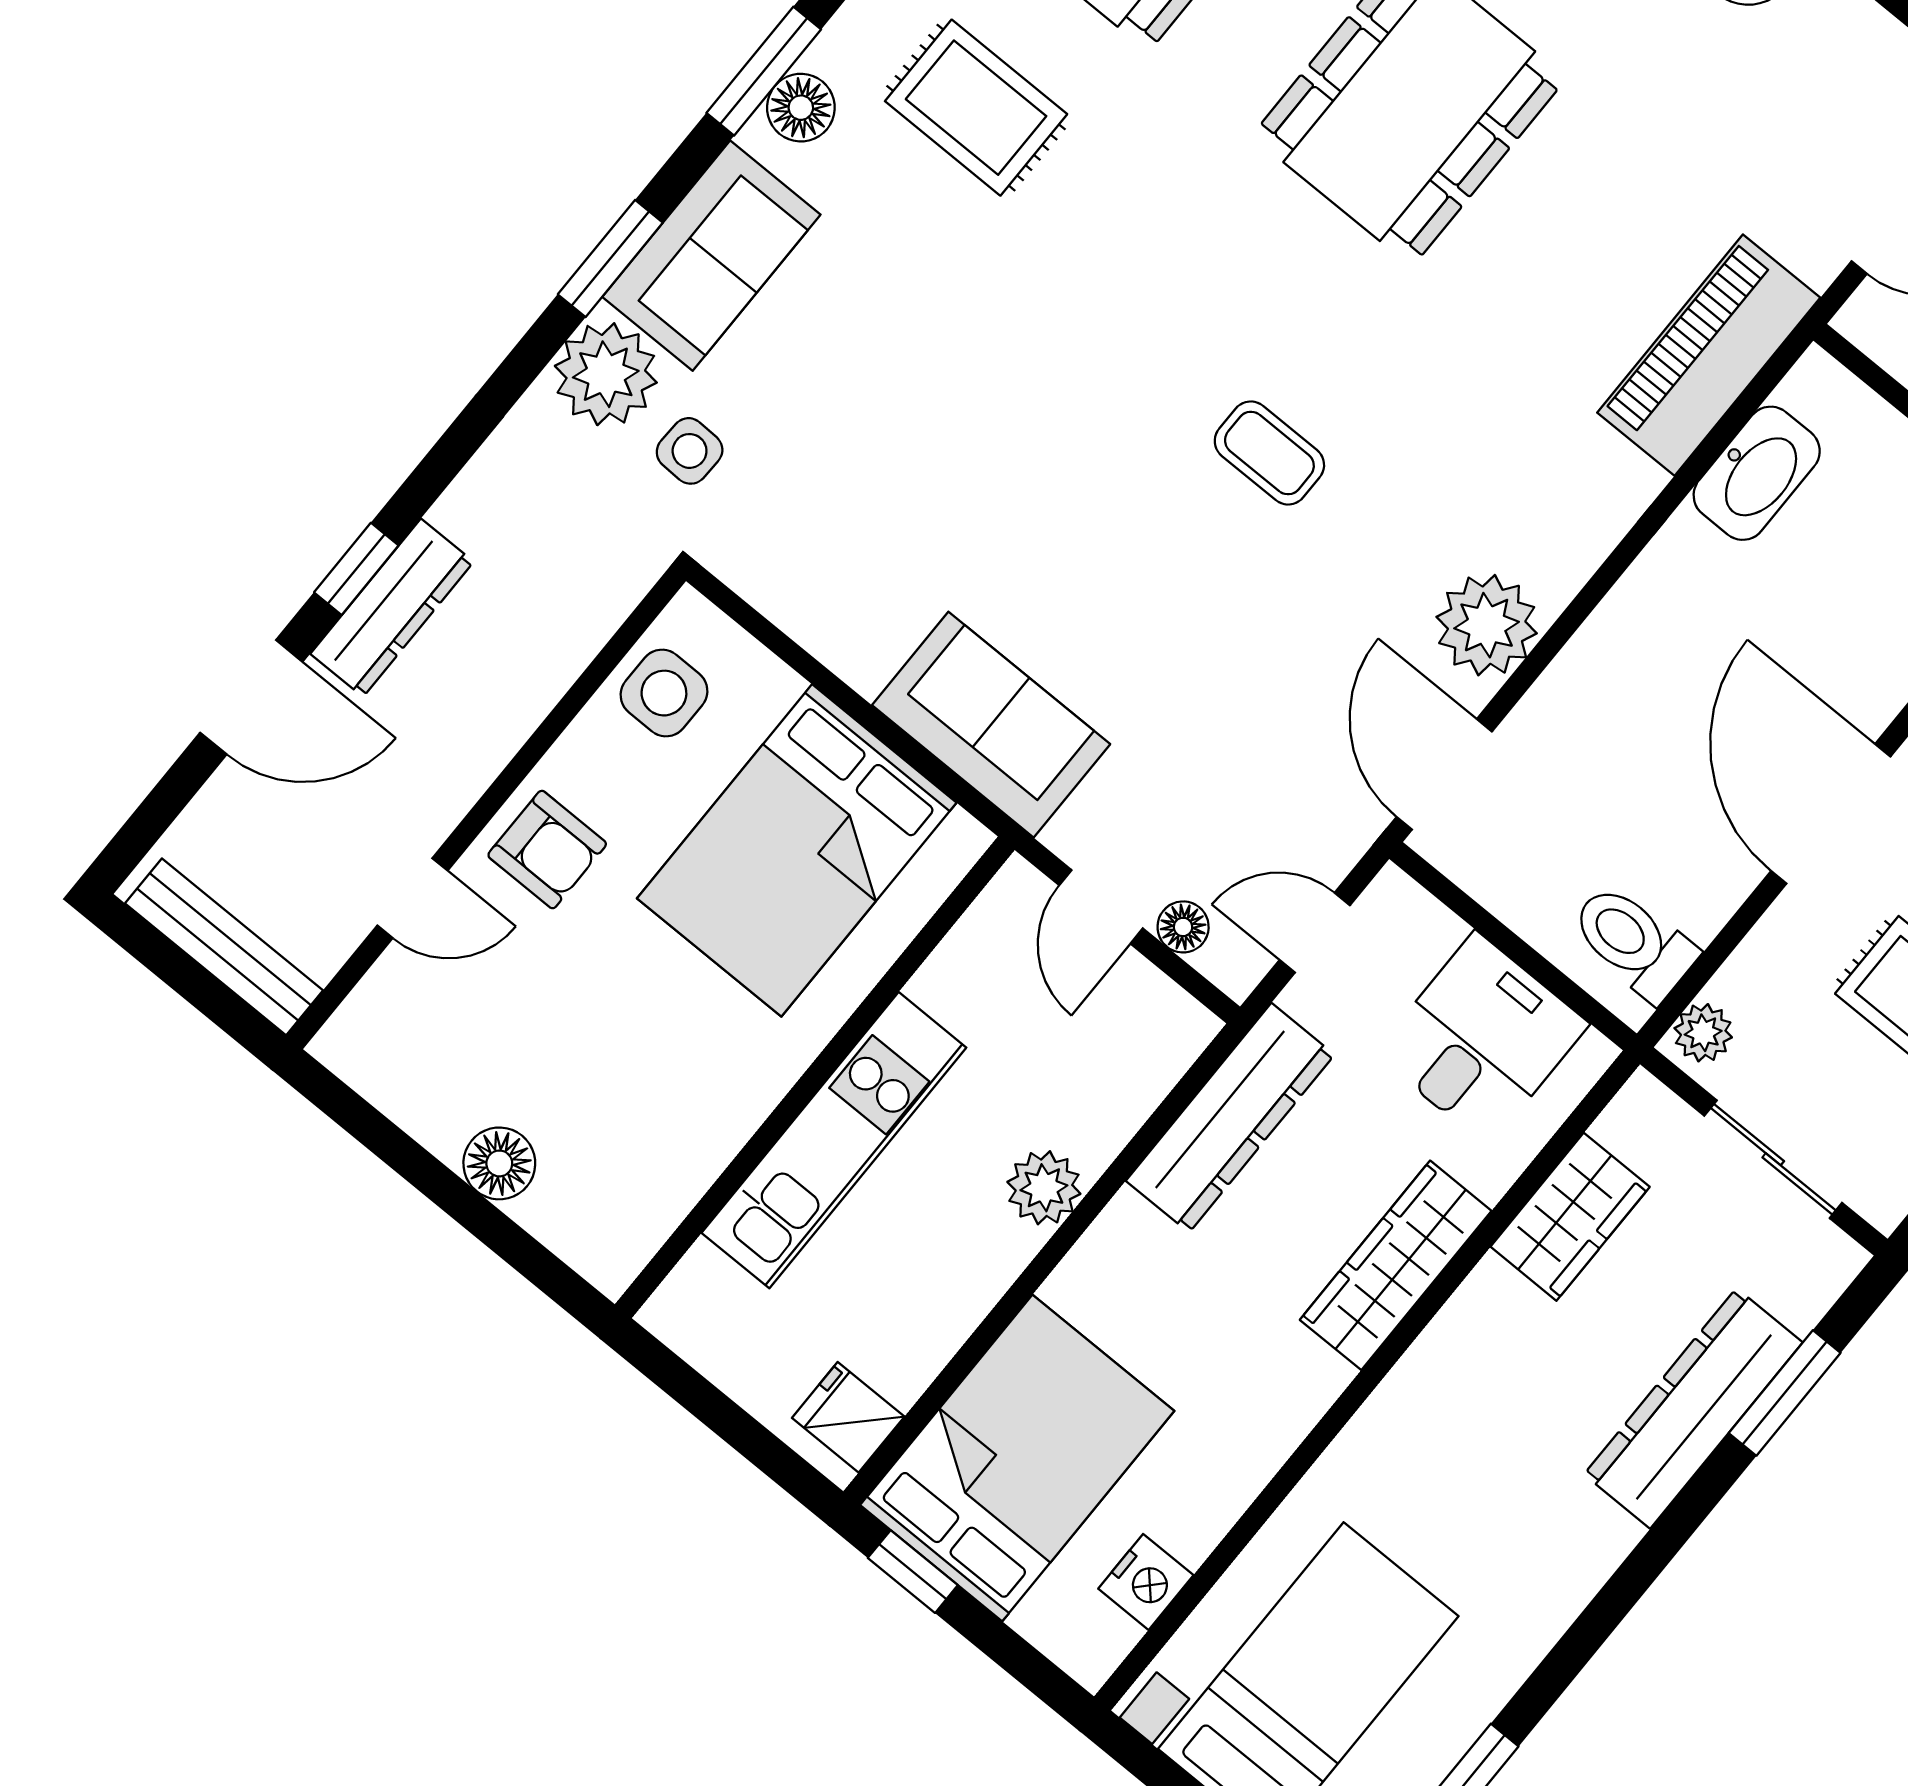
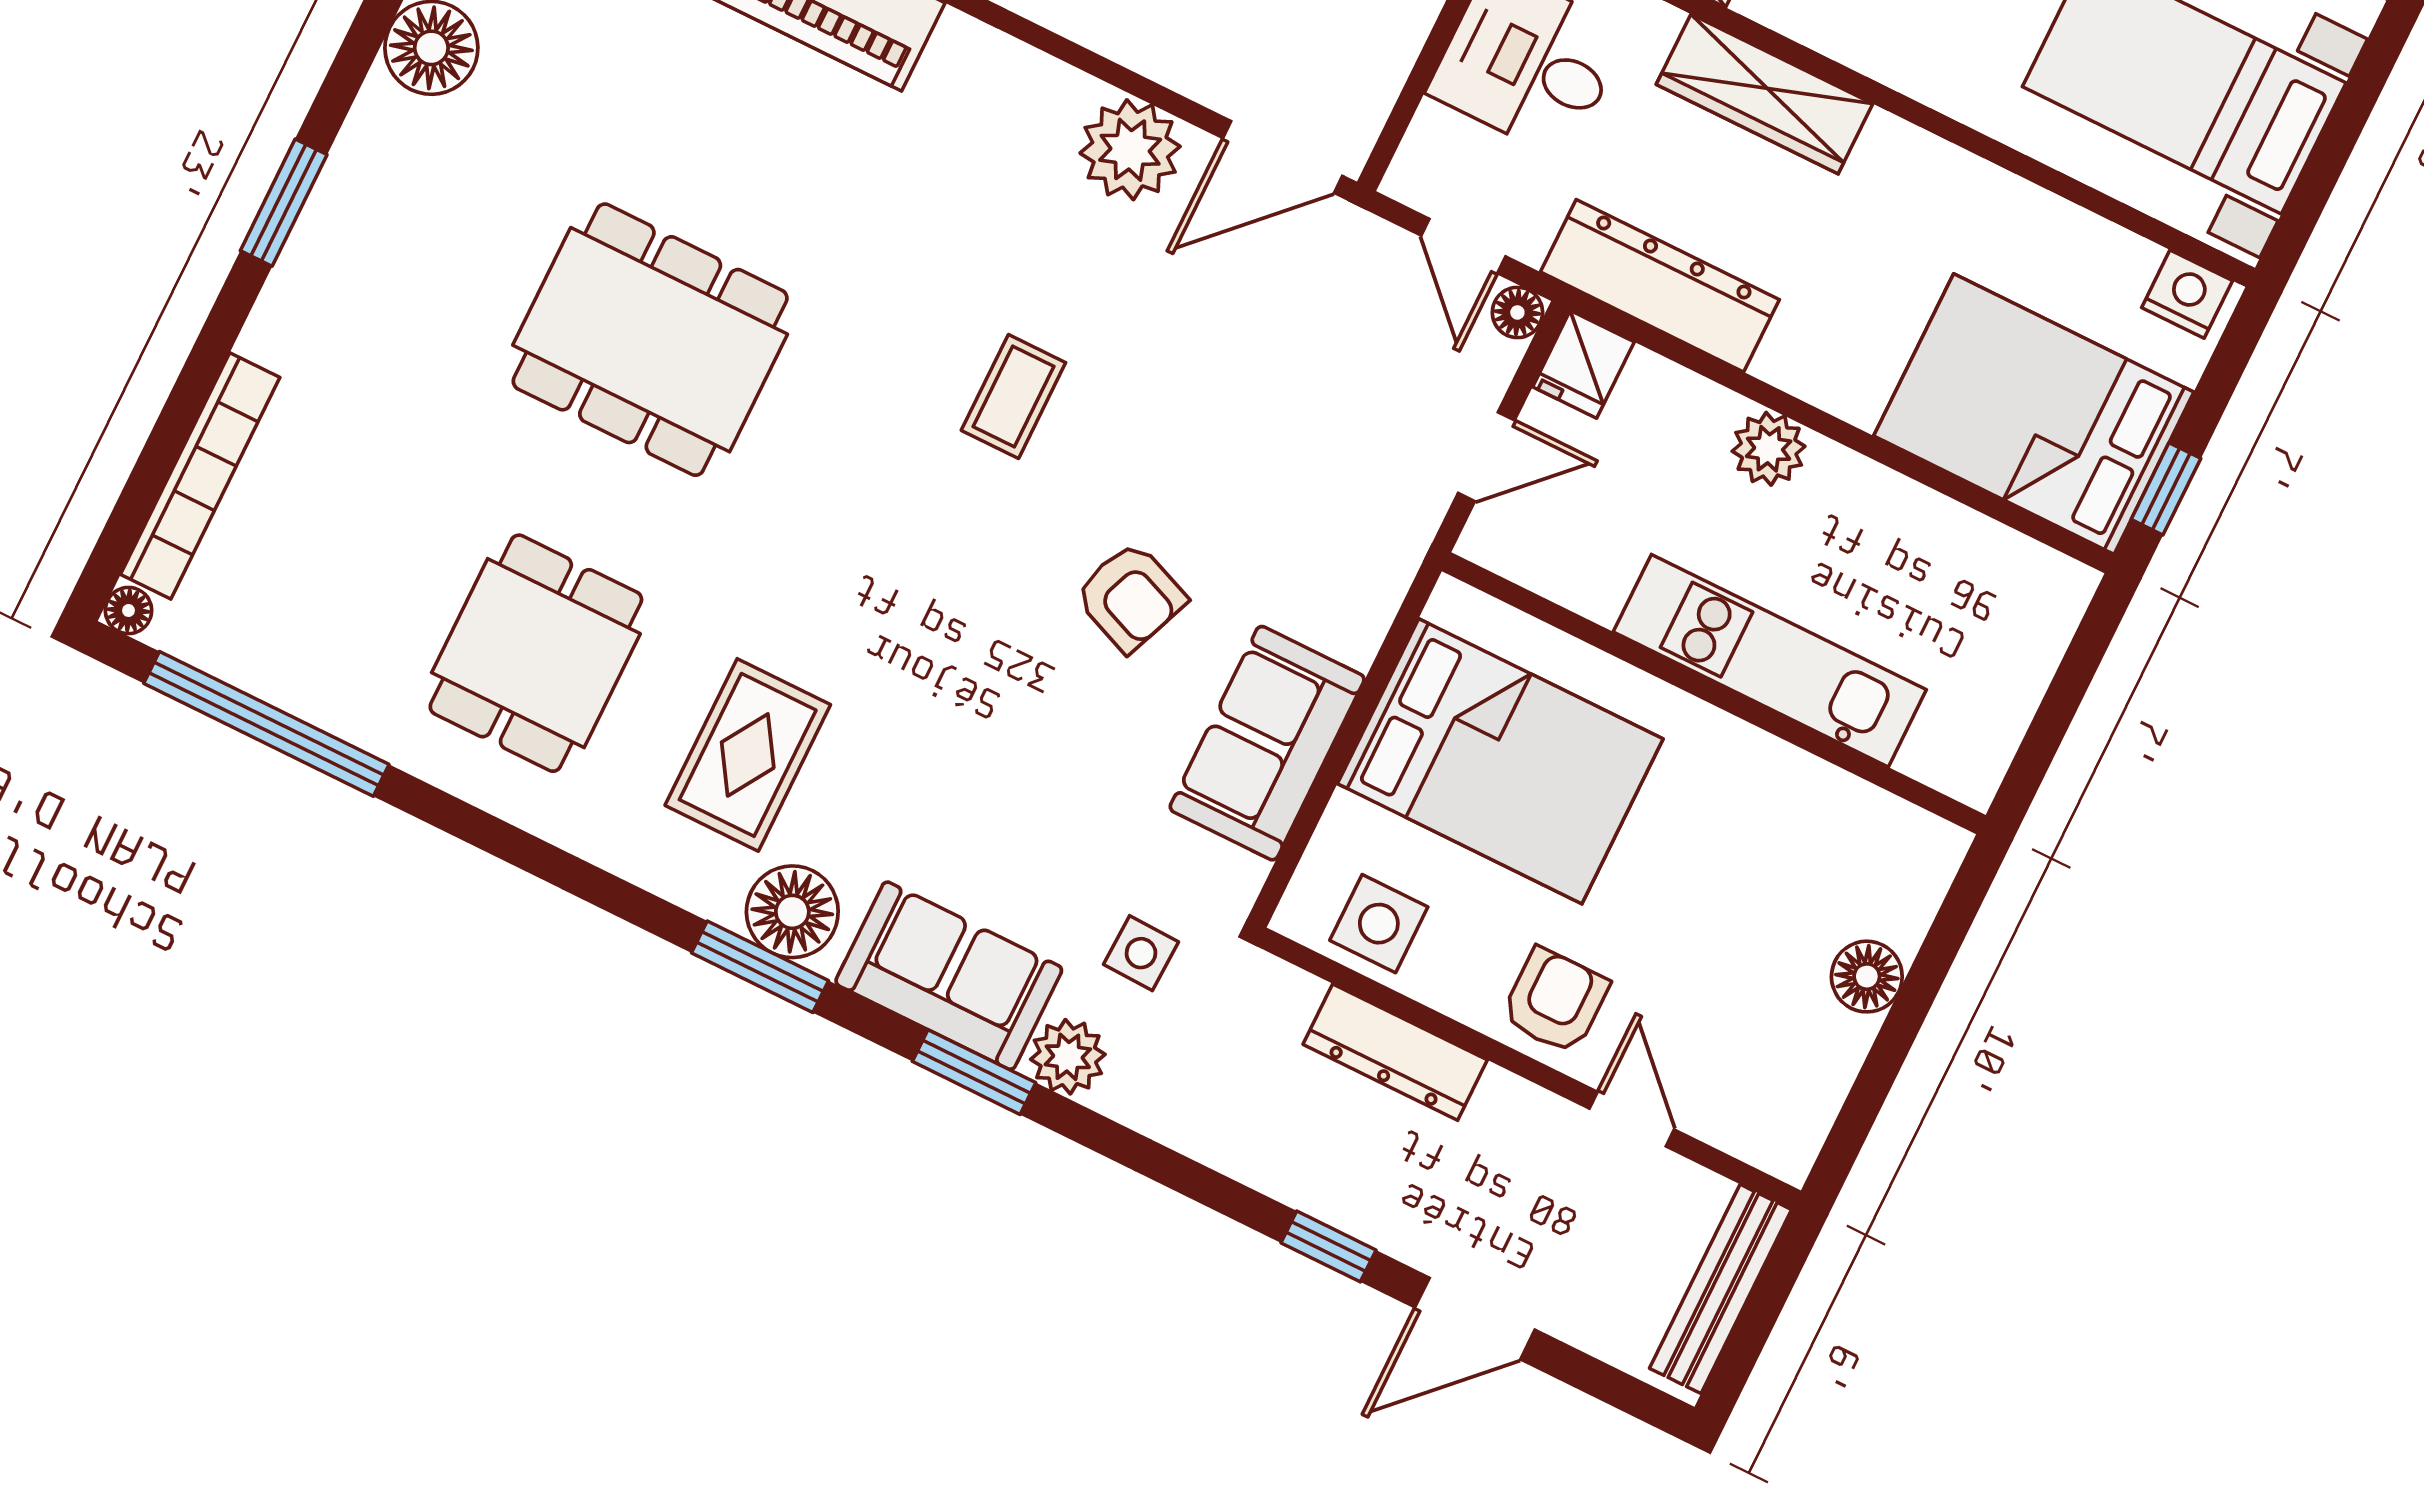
floor lamp: (801, 108) -> (792, 912), width x1.38, depth x1.38
plant: (606, 374) -> (1068, 1057), width x0.73, depth x0.73
armchair: (1044, 522) -> (1130, 597), added
dresser: (392, 608) -> (1395, 1052), moved, turned 180
door: (251, 697) -> (1475, 1319), swing flipped
sofa: (991, 725) -> (1267, 743), moved
floor lamp: (1183, 927) -> (1517, 312), moved
fridge: (848, 1417) -> (1583, 364), moved
nightstand: (1146, 1582) -> (2187, 294), moved

